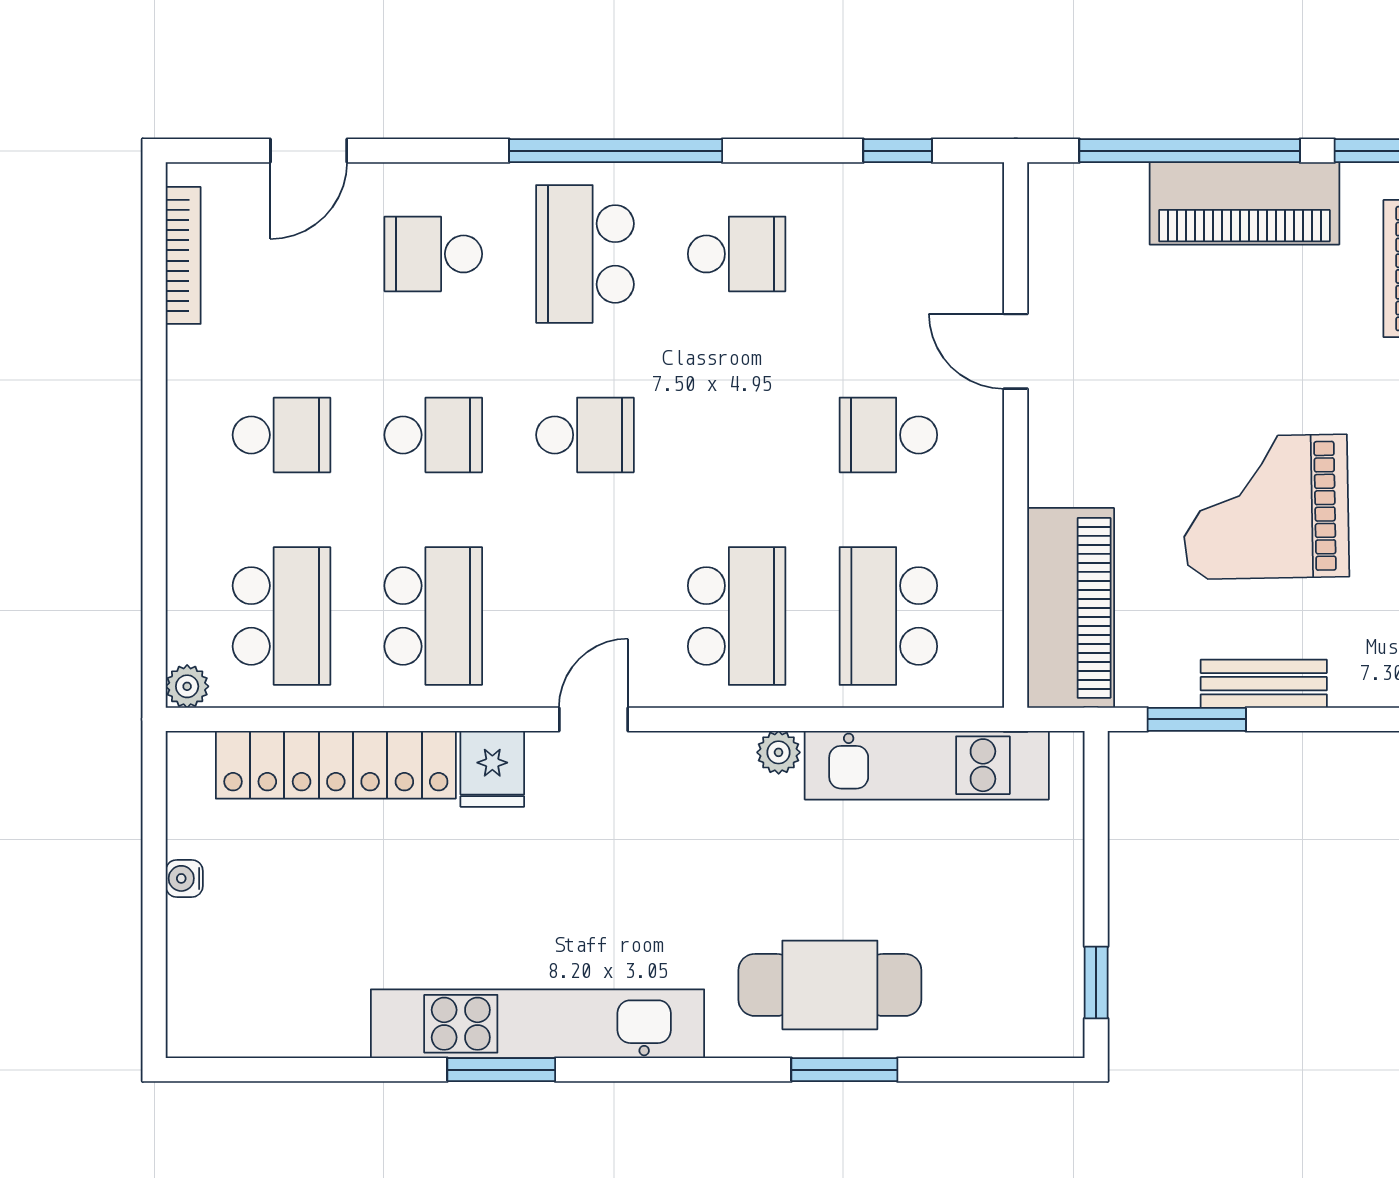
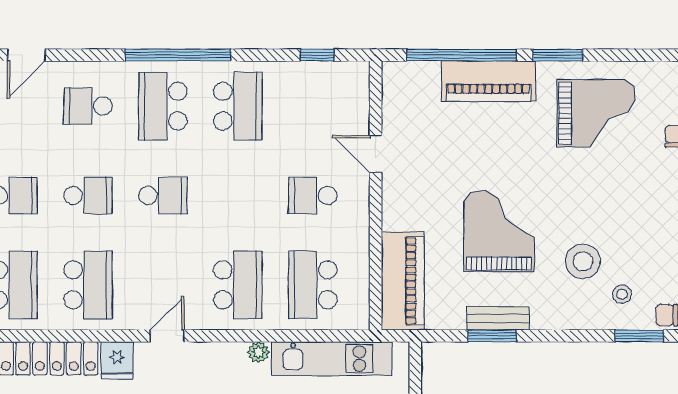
school desk: (737, 254) -> (238, 106), width x1.85
grand piano: (1266, 507) -> (499, 231), turned 91
window: (1197, 719) -> (492, 336), moved

